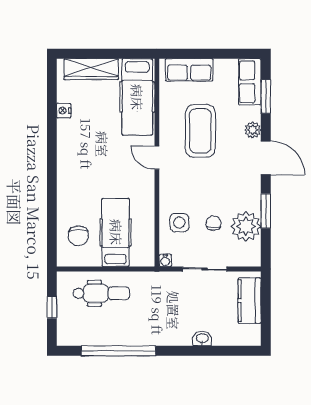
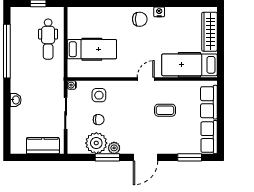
row of seats: (250, 82) -> (209, 137), moved, turned -90
nightstand: (64, 111) -> (159, 12), moved
plant: (253, 130) -> (114, 148), moved
coffee table: (200, 131) -> (165, 110), width x0.54, depth x0.58
chair: (78, 236) -> (140, 19), moved, turned 180
washbasin: (202, 339) -> (16, 100), moved

